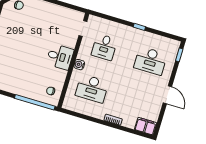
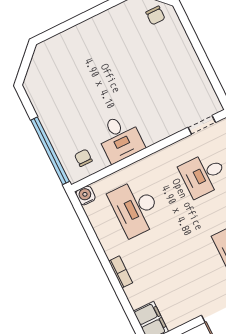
desk: (60, 57) -> (120, 138), moved
water cooler: (79, 65) -> (85, 195), moved

